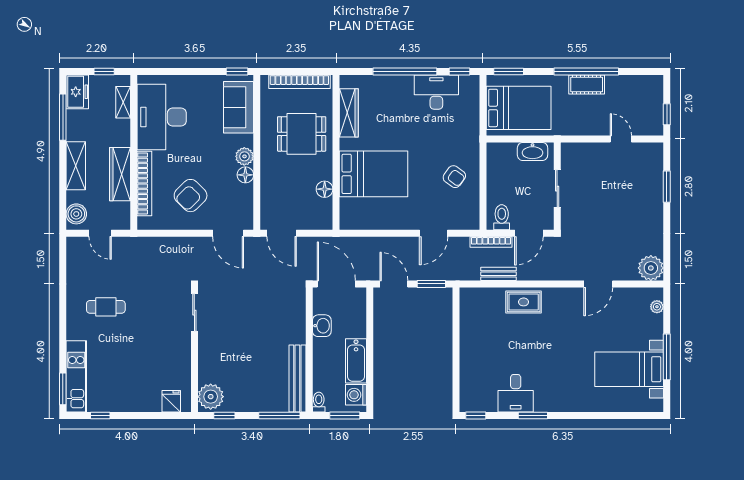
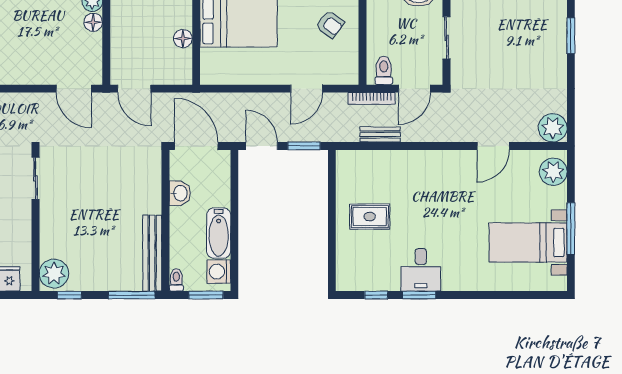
armchair: (191, 196) -> (31, 46), removed
rug: (524, 302) -> (370, 217), moved
plant: (657, 307) -> (553, 172), width x1.88, depth x1.88
desk: (516, 393) -> (421, 270), moved
window: (476, 416) -> (376, 295), moved

